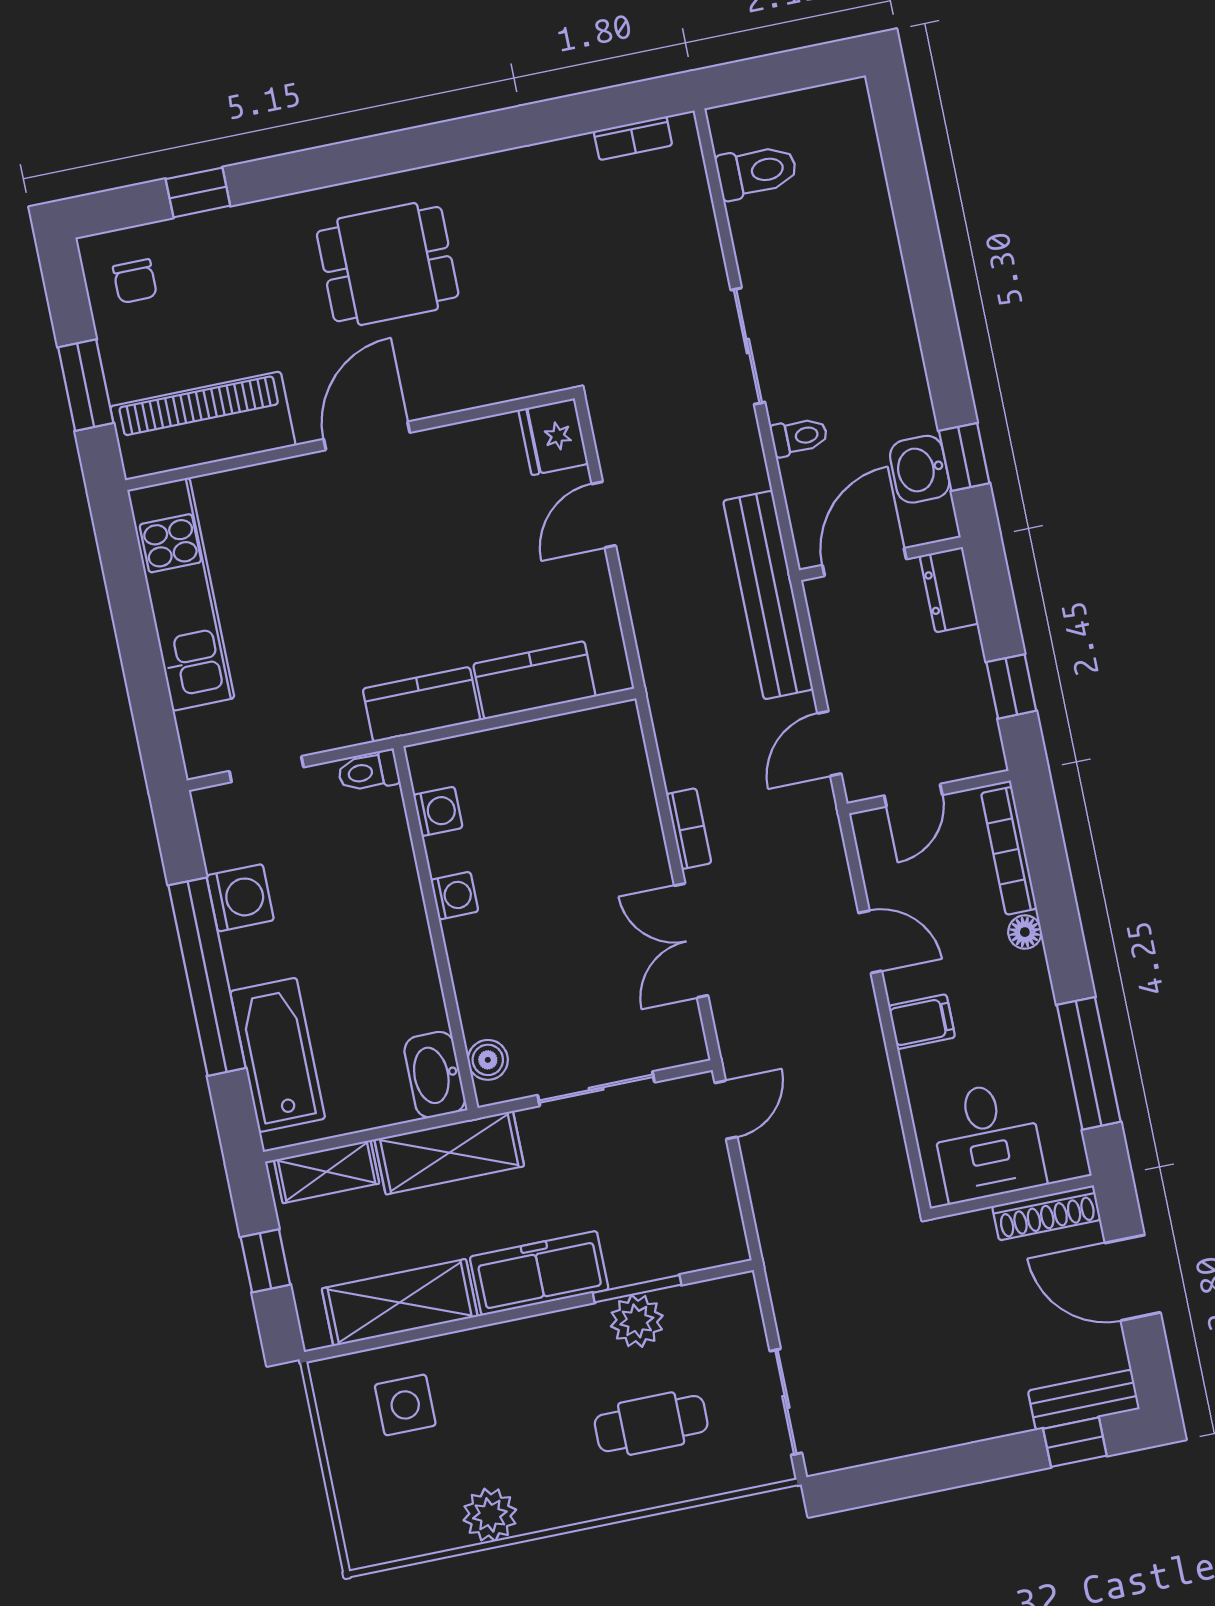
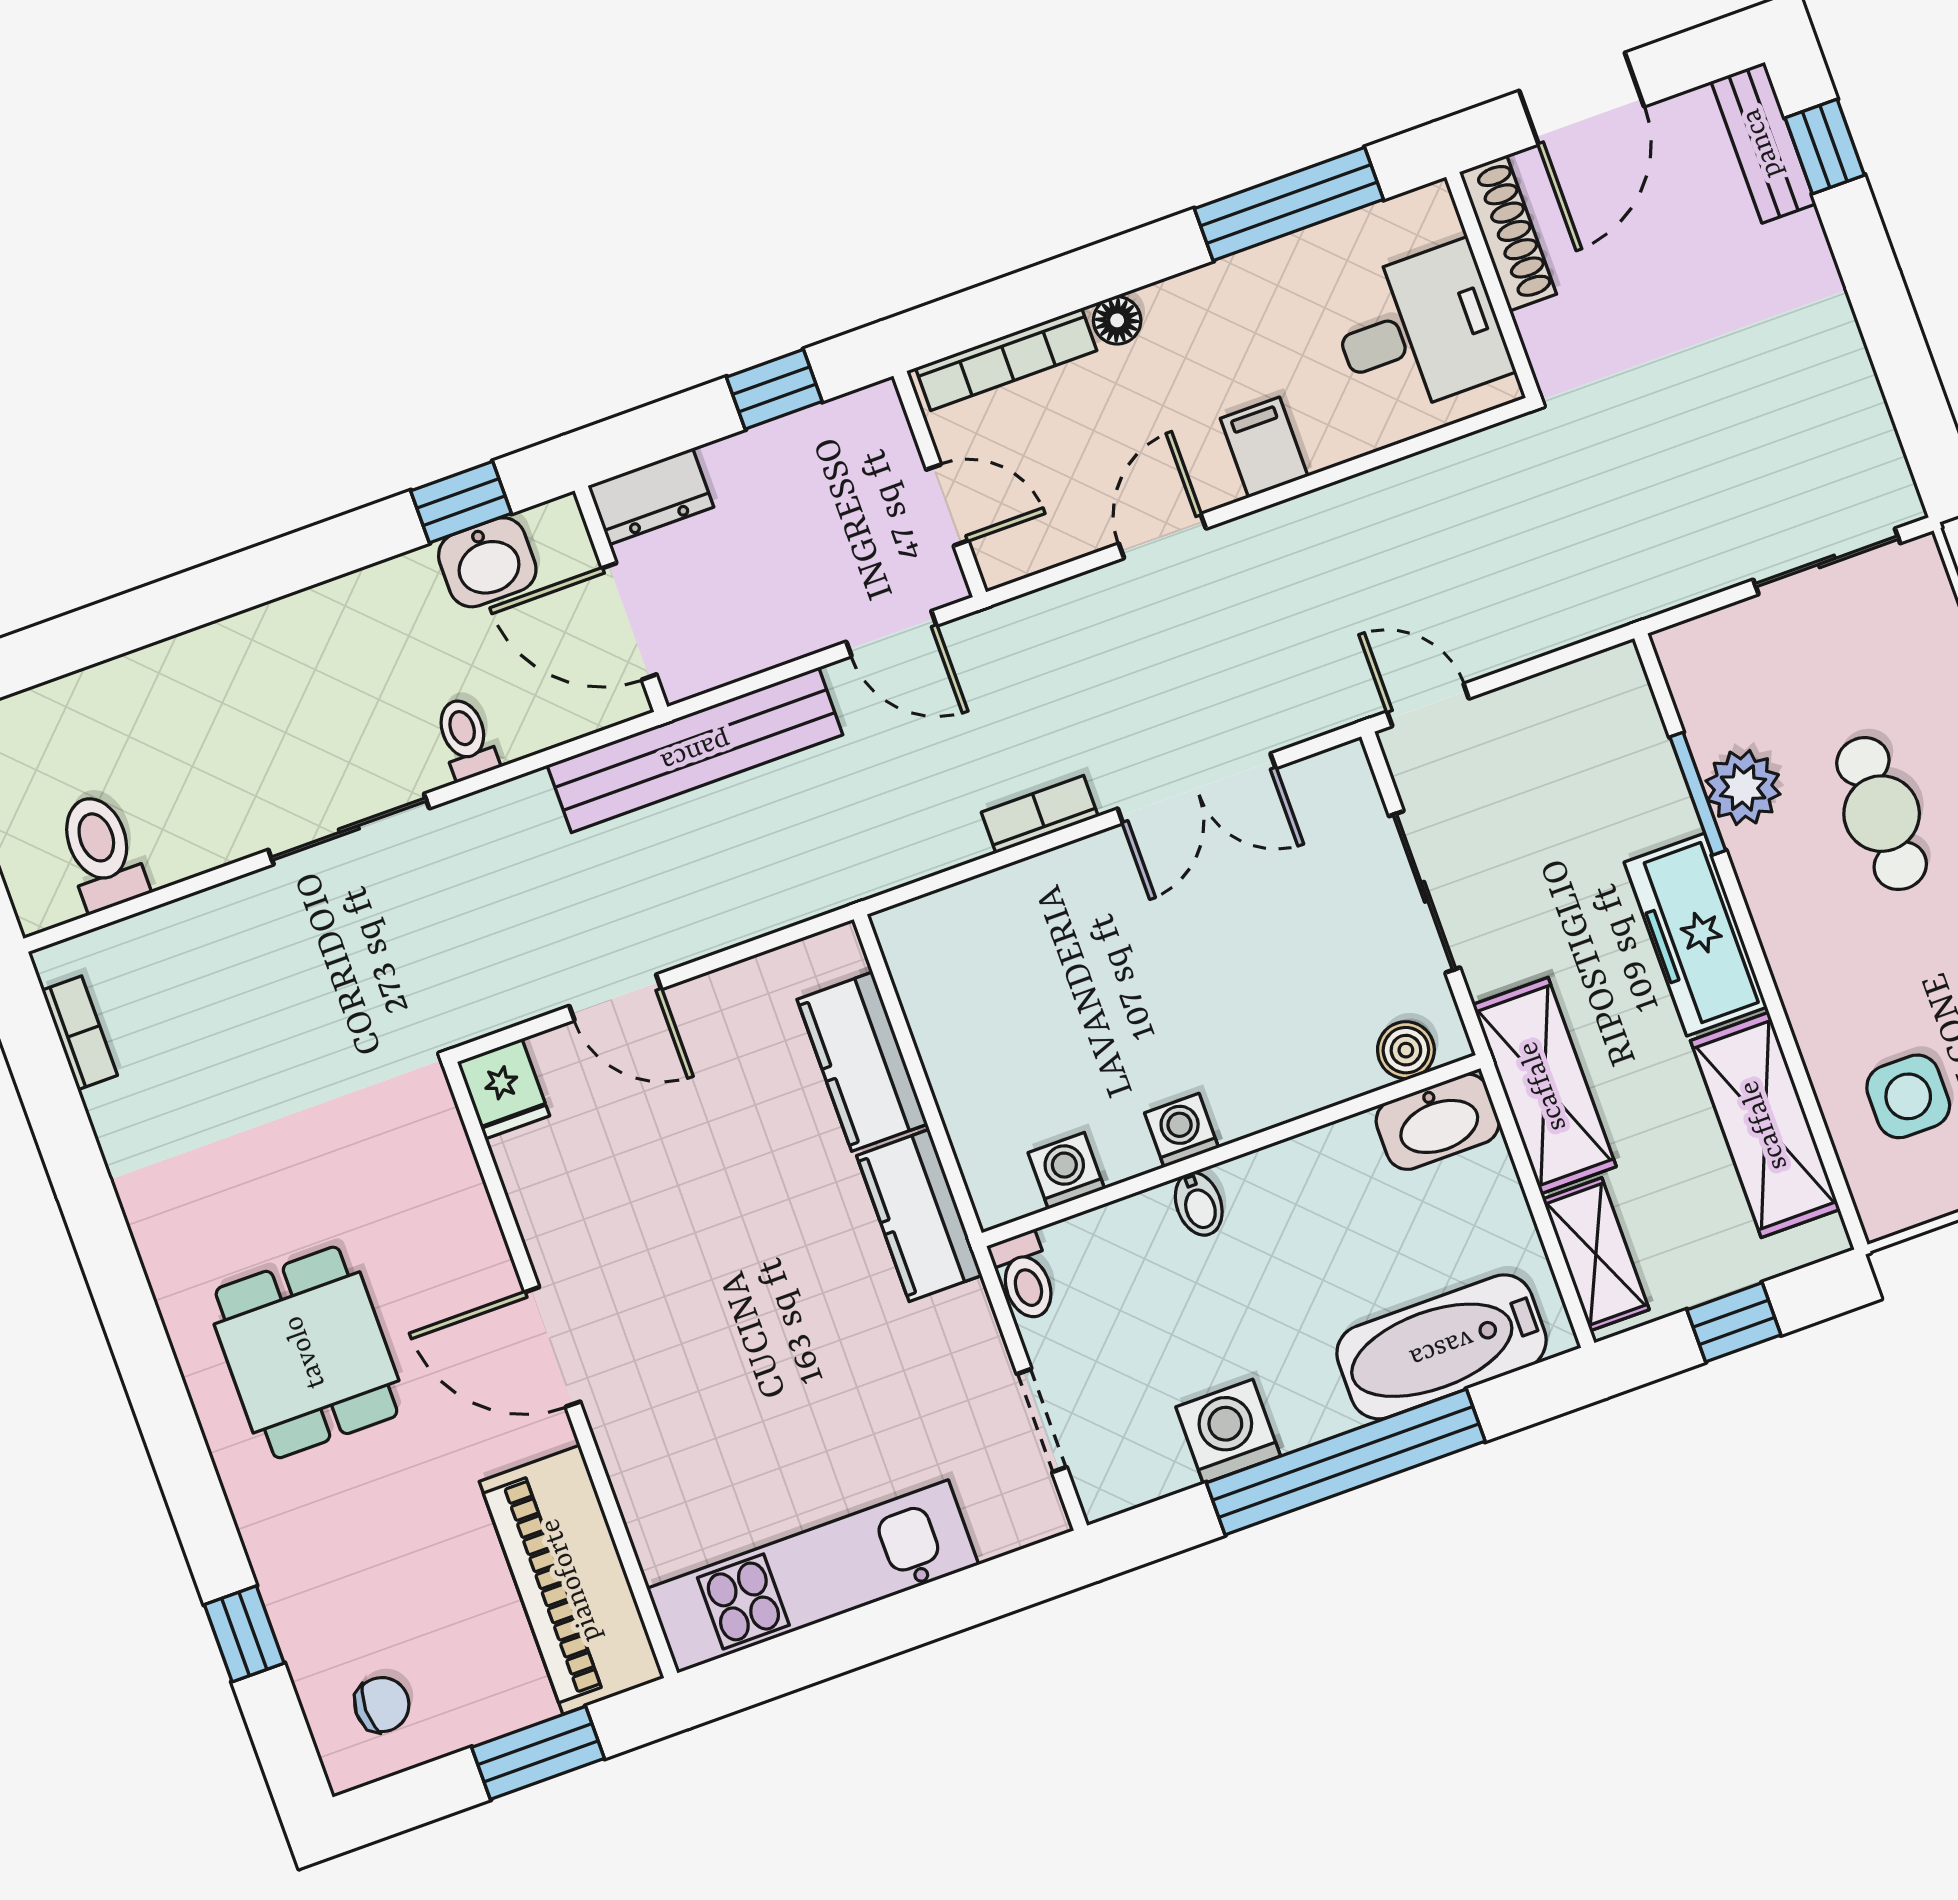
fridge: (553, 437) -> (503, 1089), width x0.72
bidet: (402, 900) -> (1199, 1204), added
cafe table: (651, 1424) -> (1882, 814), moved

